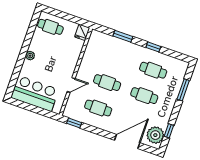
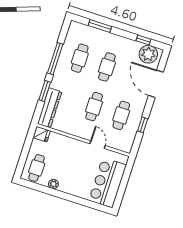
dresser: (107, 41) -> (50, 108), added
window: (153, 47) -> (55, 59), width x2.17
plant: (30, 56) -> (53, 184), moved
window: (74, 123) -> (143, 125), moved

